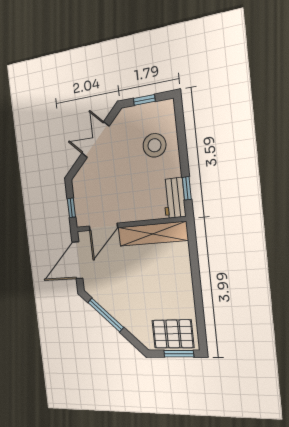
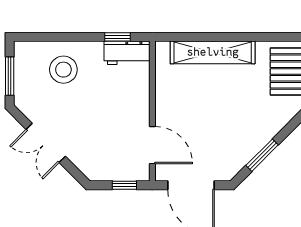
window: (144, 100) -> (10, 76), width x1.50
shelving: (153, 234) -> (213, 52), moved, turned 90
window: (106, 315) -> (262, 155), width x0.69

